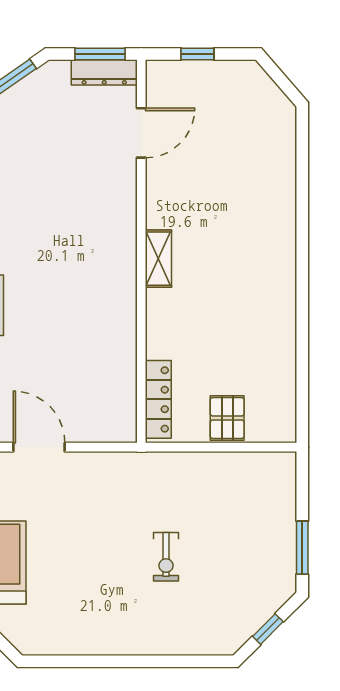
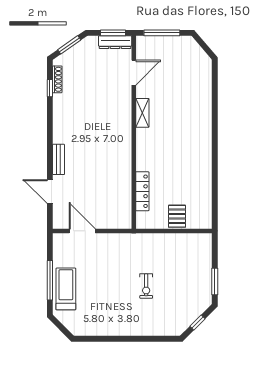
window: (197, 54) -> (162, 33), width x2.17
shelving: (158, 259) -> (142, 113), moved
locker: (158, 399) -> (142, 191), moved

